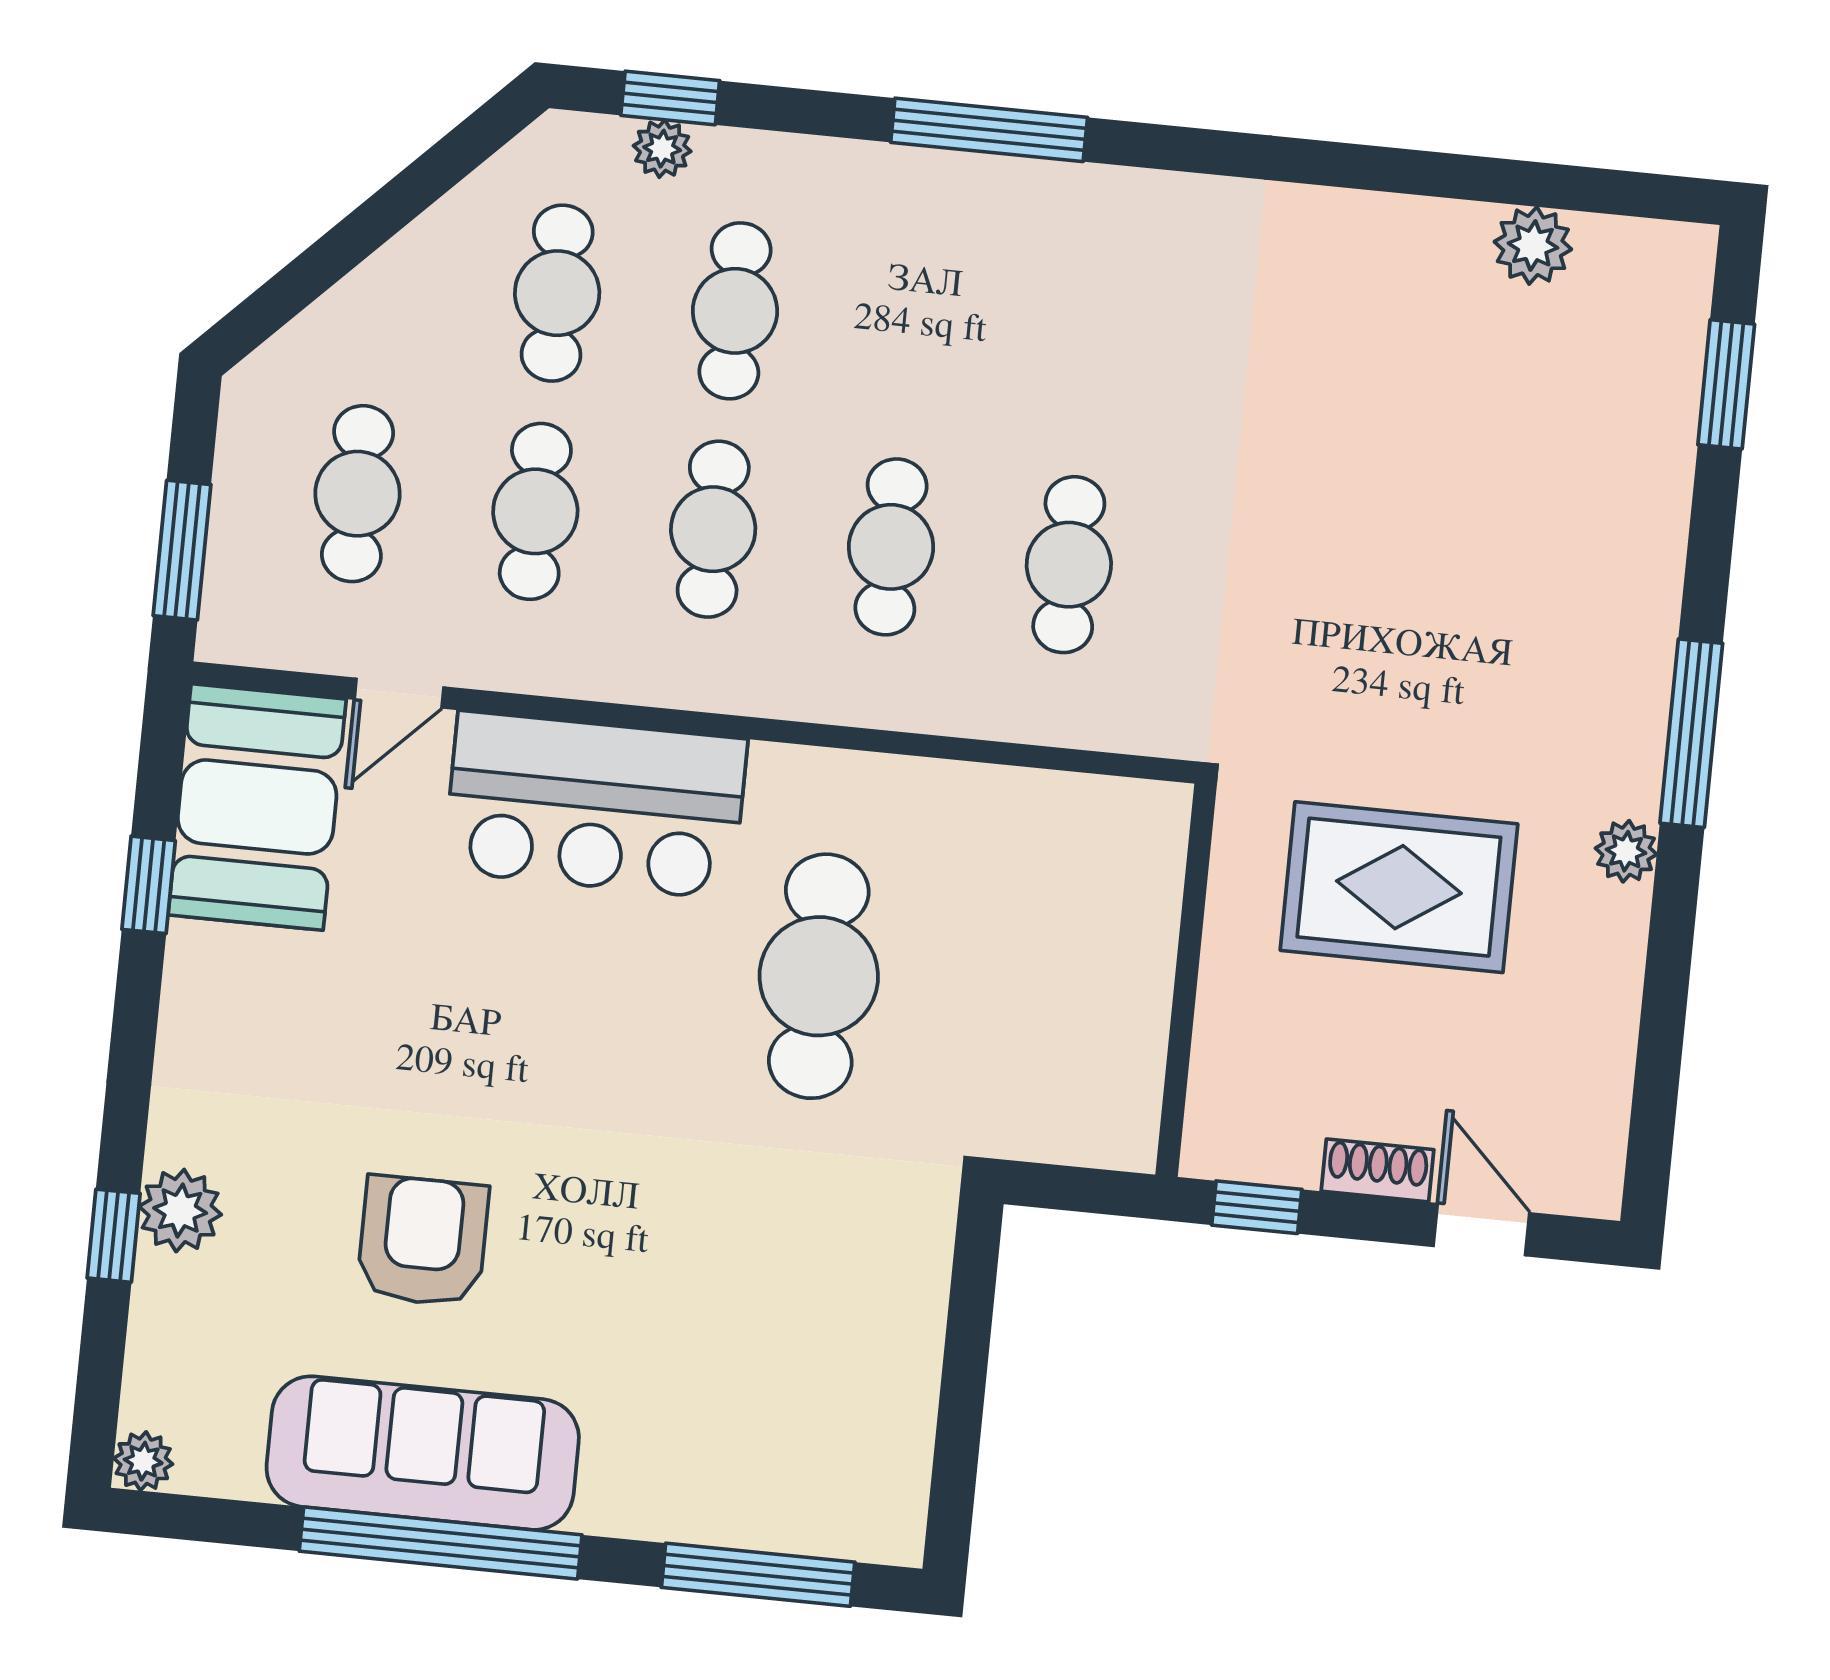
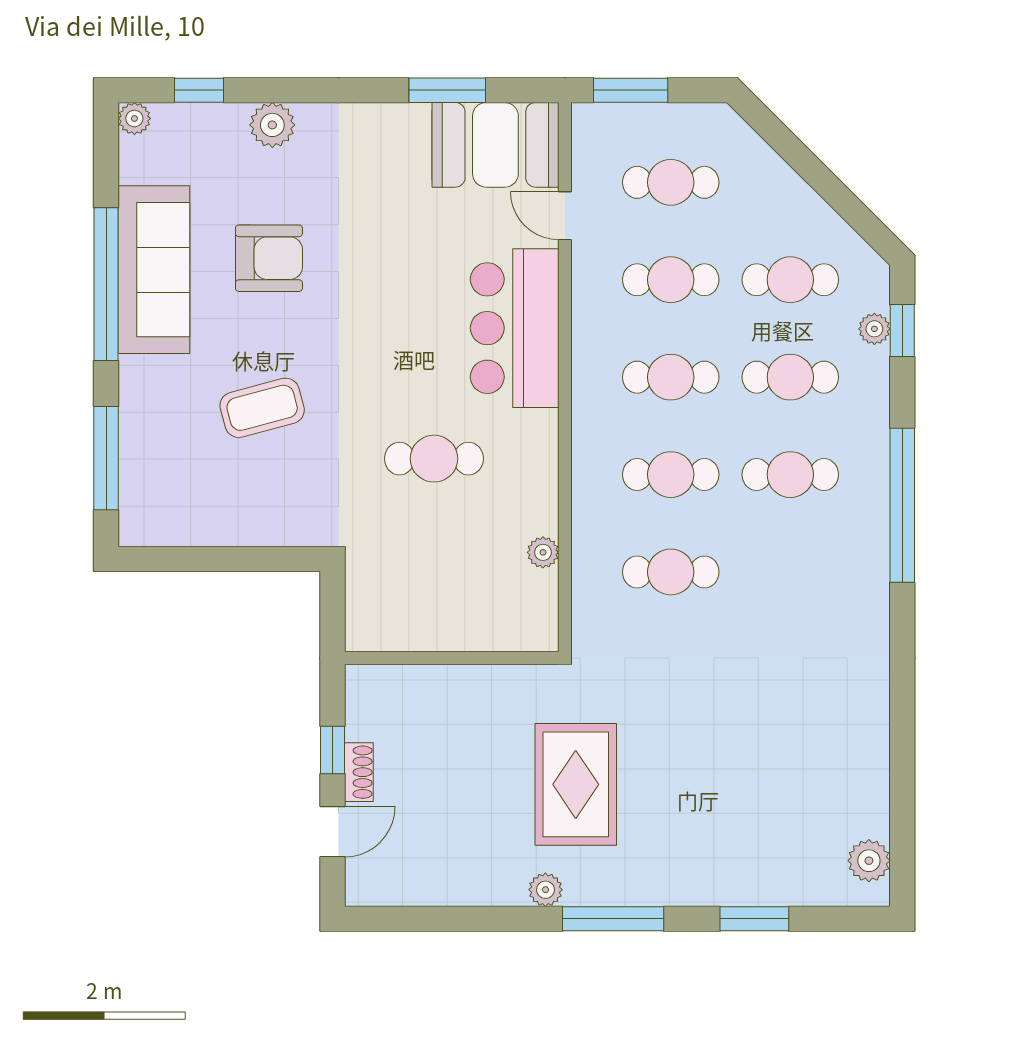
window: (989, 130) -> (902, 505), width x1.46
plant: (1533, 245) -> (869, 861), moved
cafe table: (913, 329) -> (790, 475), added
window: (1726, 384) -> (754, 919), moved
plant: (1010, 794) -> (543, 552), added
window: (149, 885) -> (447, 90), width x1.50
rug: (1399, 887) -> (576, 784), moved
cafe table: (819, 976) -> (434, 459), width x0.73, depth x0.74
window: (1257, 1207) -> (332, 750), moved
window: (114, 1236) -> (199, 90), moved
coffee table: (695, 1281) -> (262, 408), added

